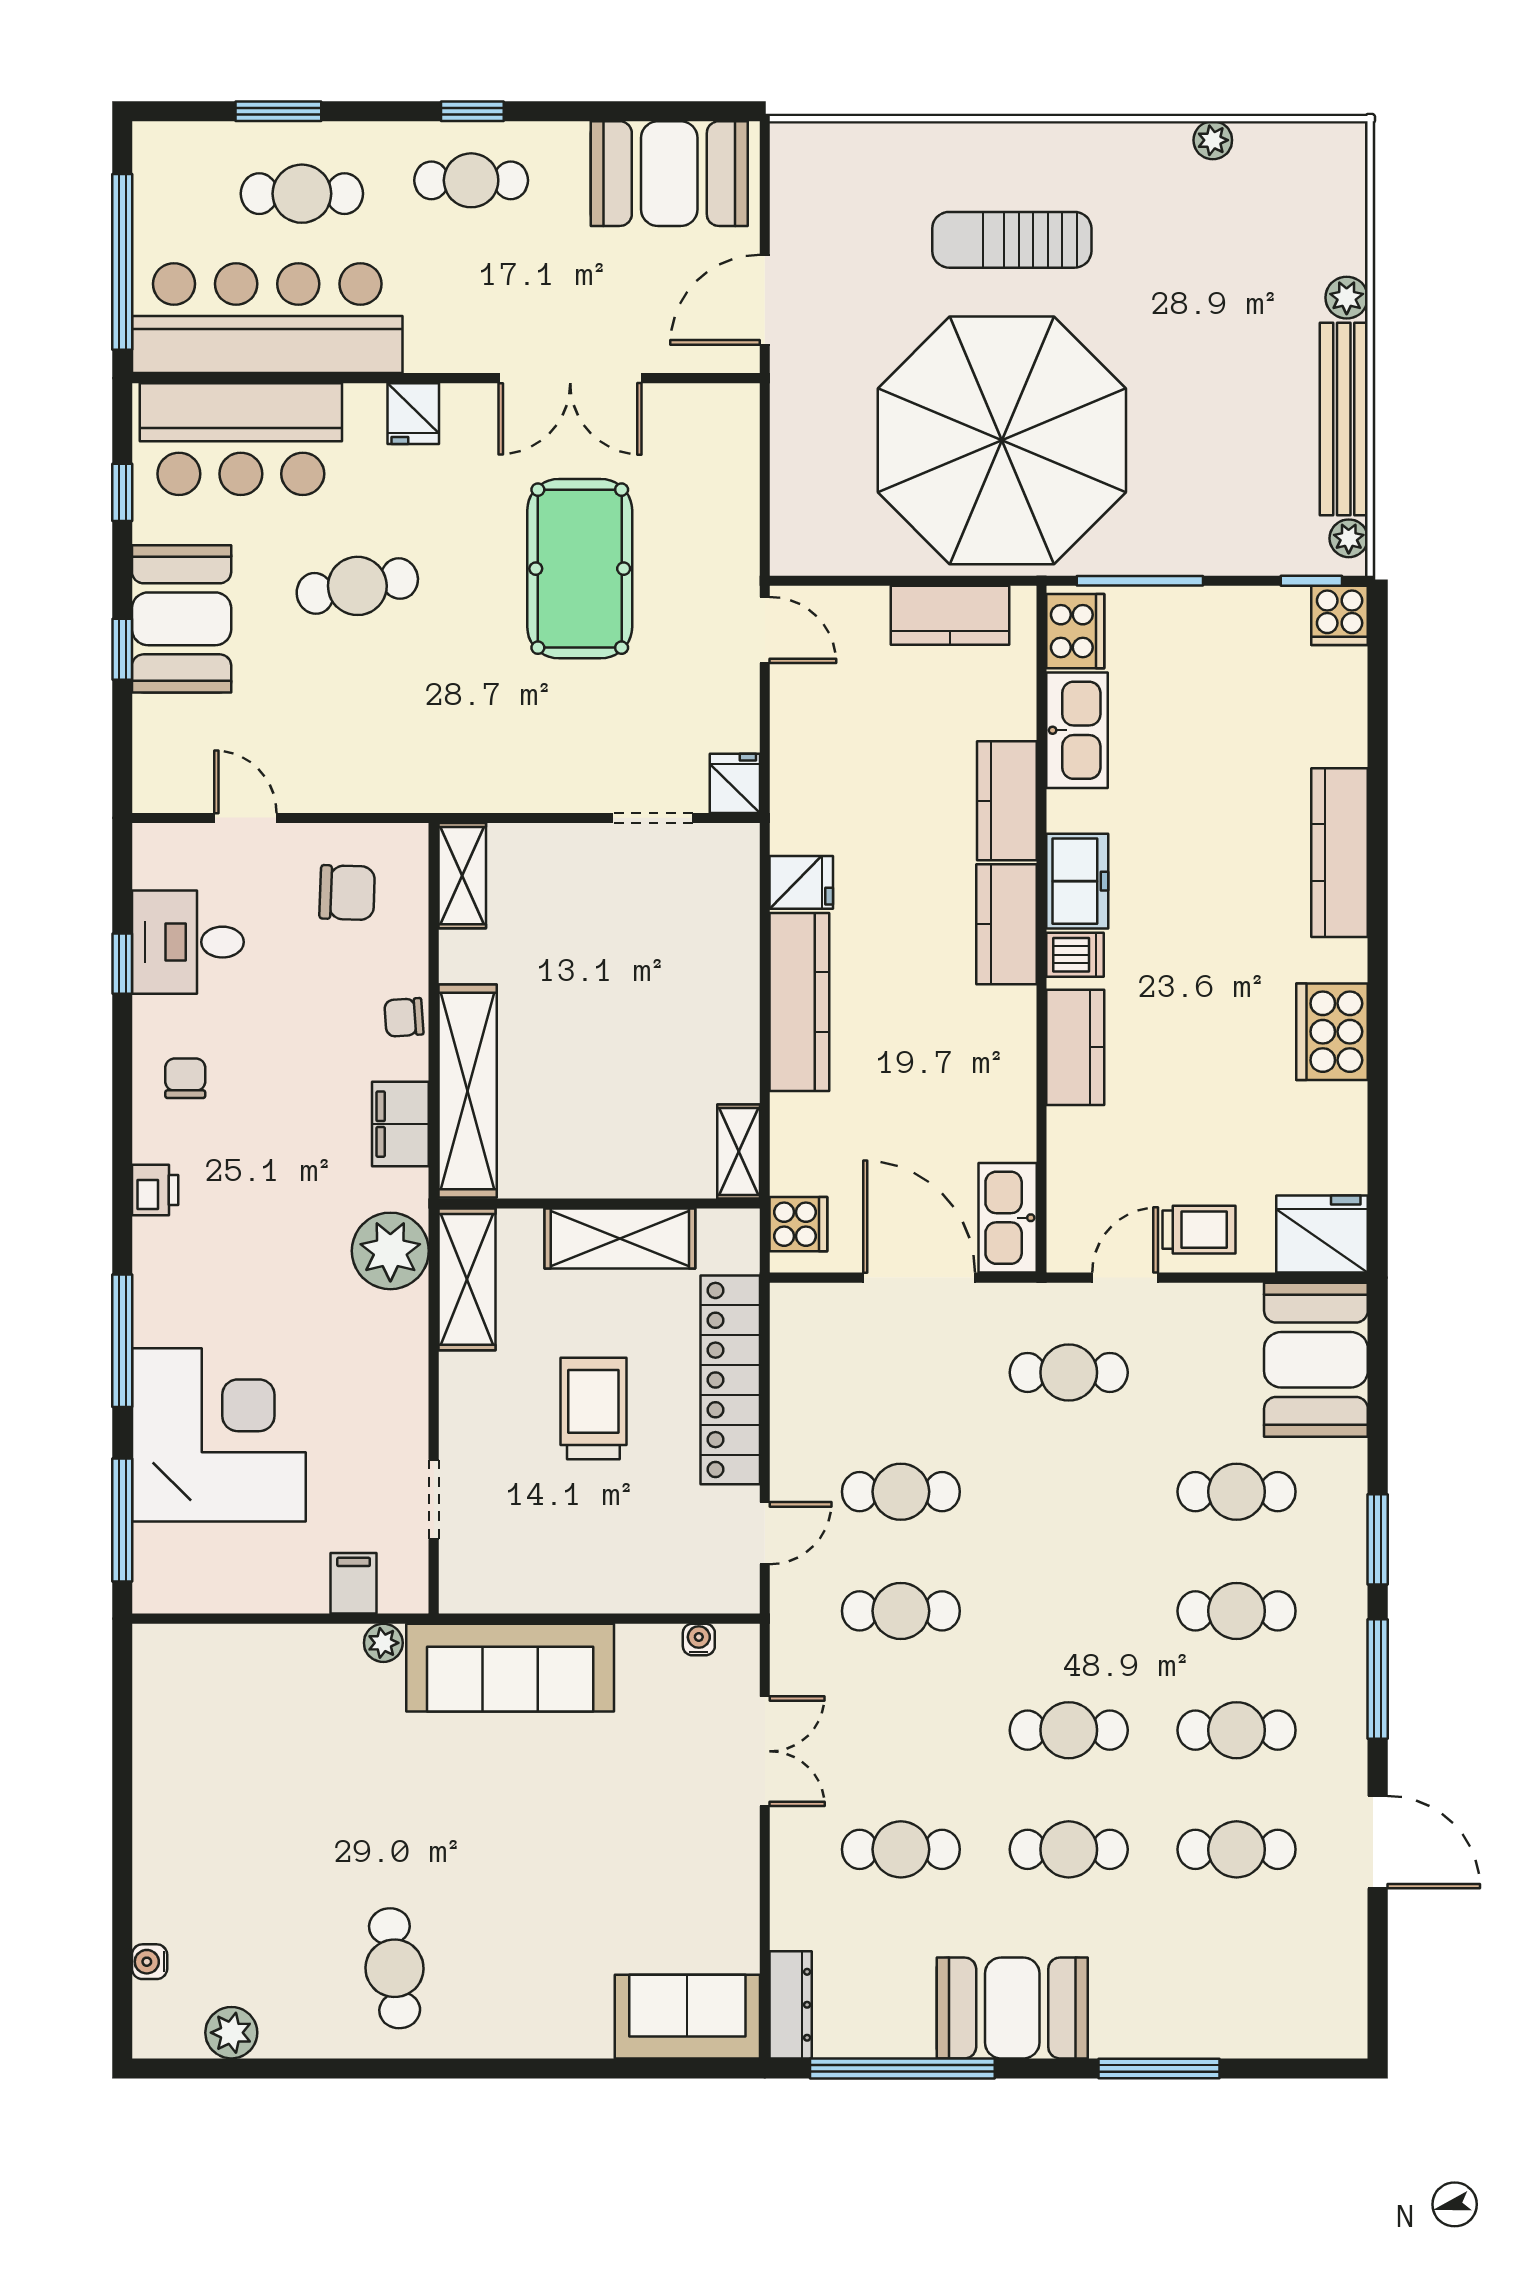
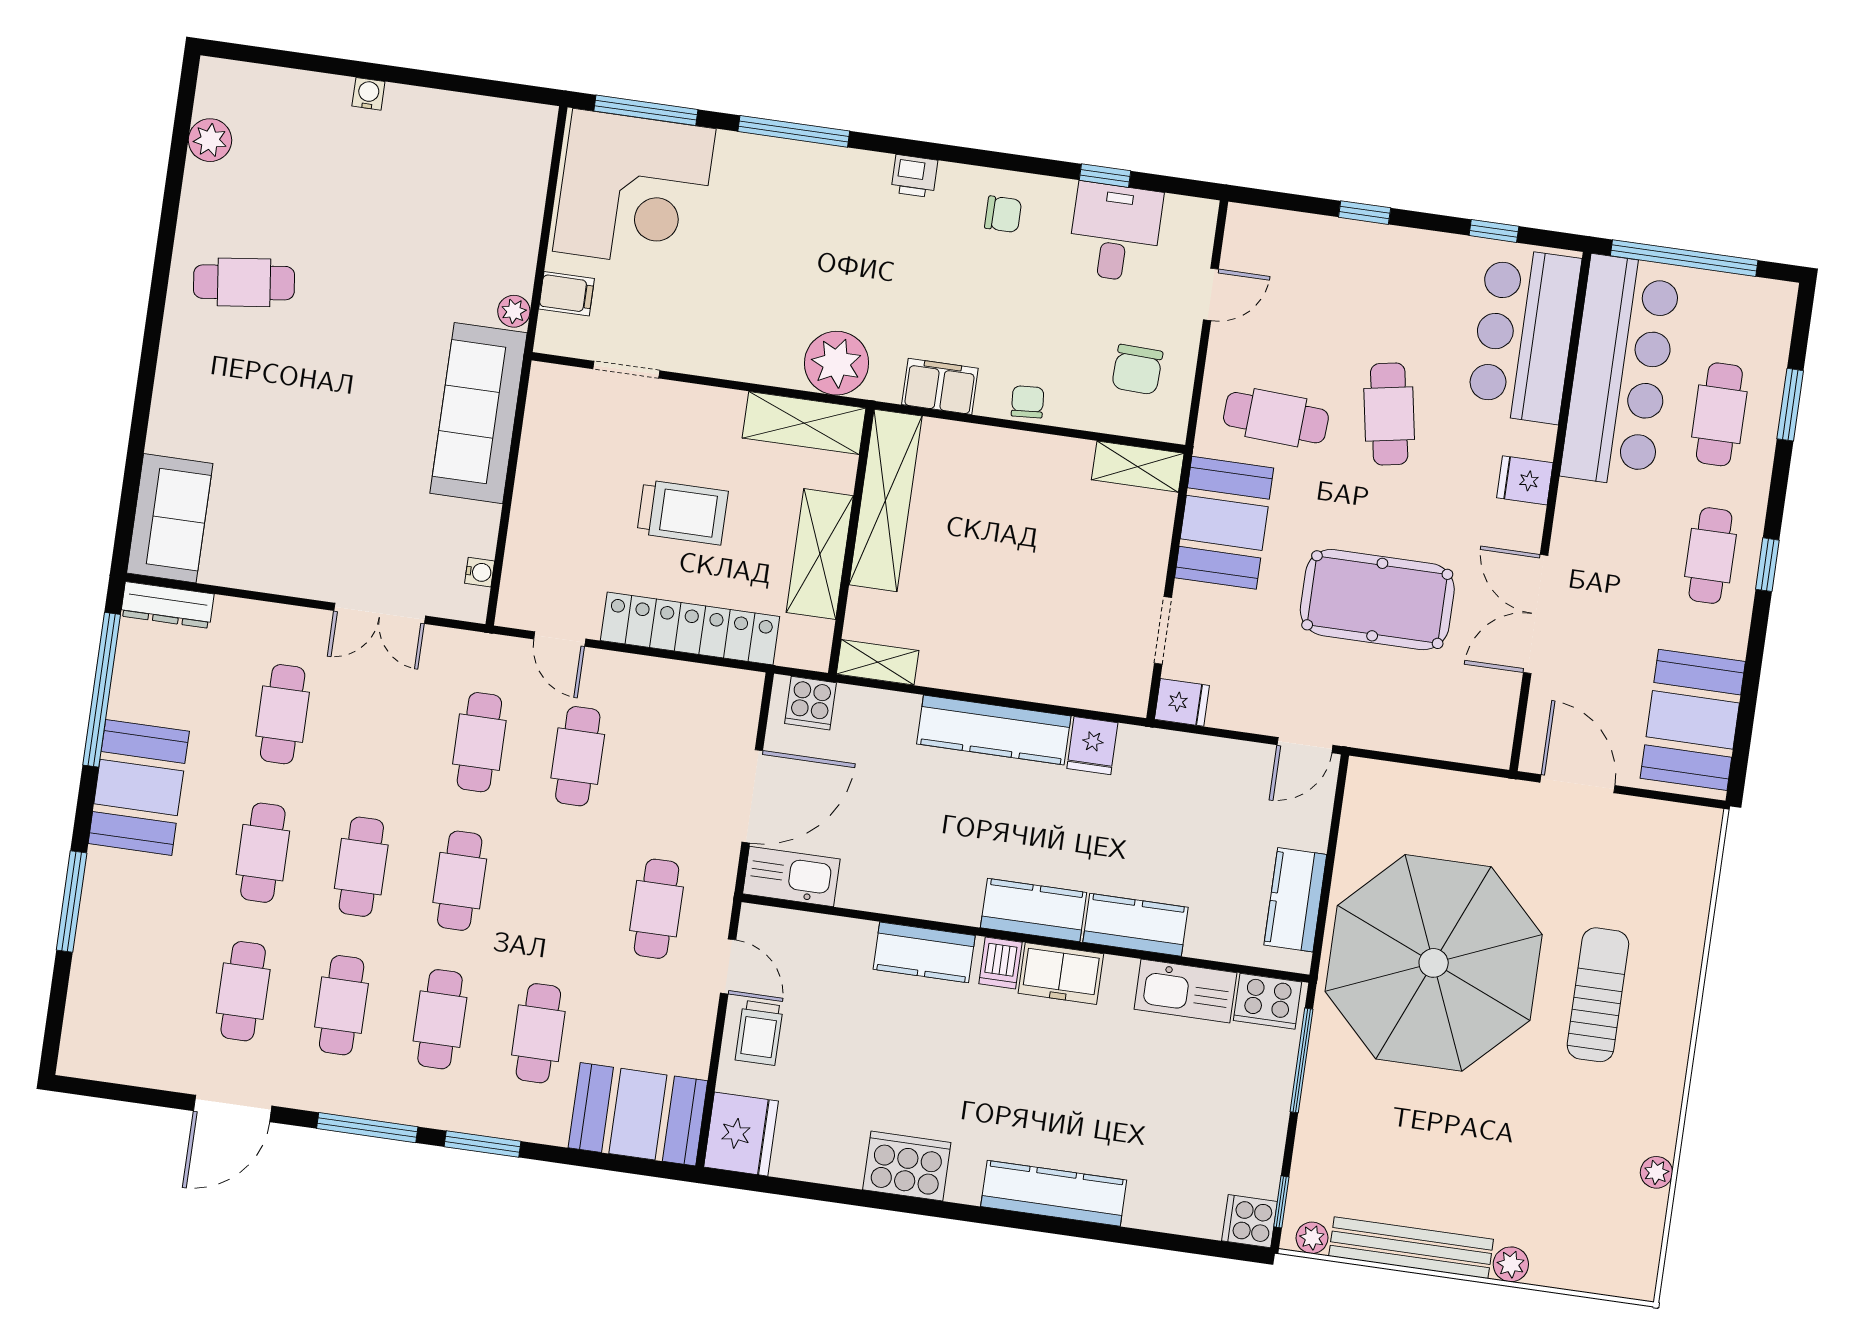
booth: (182, 619) -> (1224, 523), moved, turned 90
cafe table: (381, 720) -> (1276, 418), added
shelving: (468, 1091) -> (886, 500), moved, turned 90
corner desk: (219, 1435) -> (634, 190), moved
cafe table: (1069, 1611) -> (460, 881), added
water cooler: (150, 1962) -> (368, 94), moved

